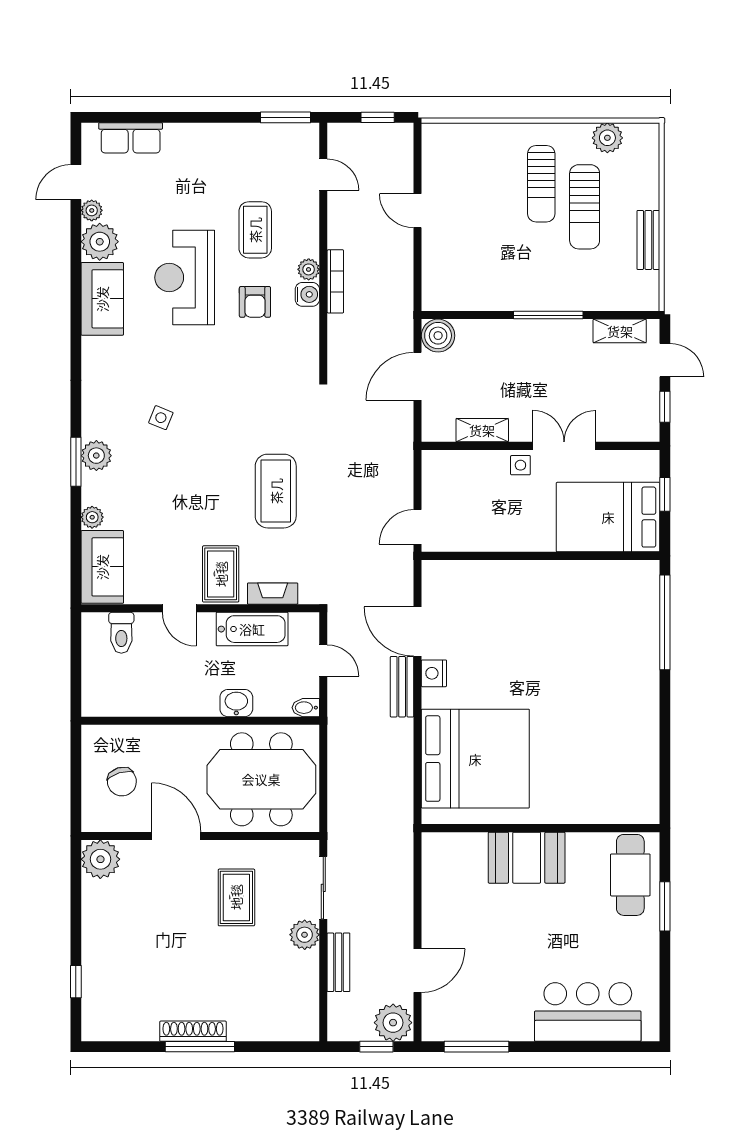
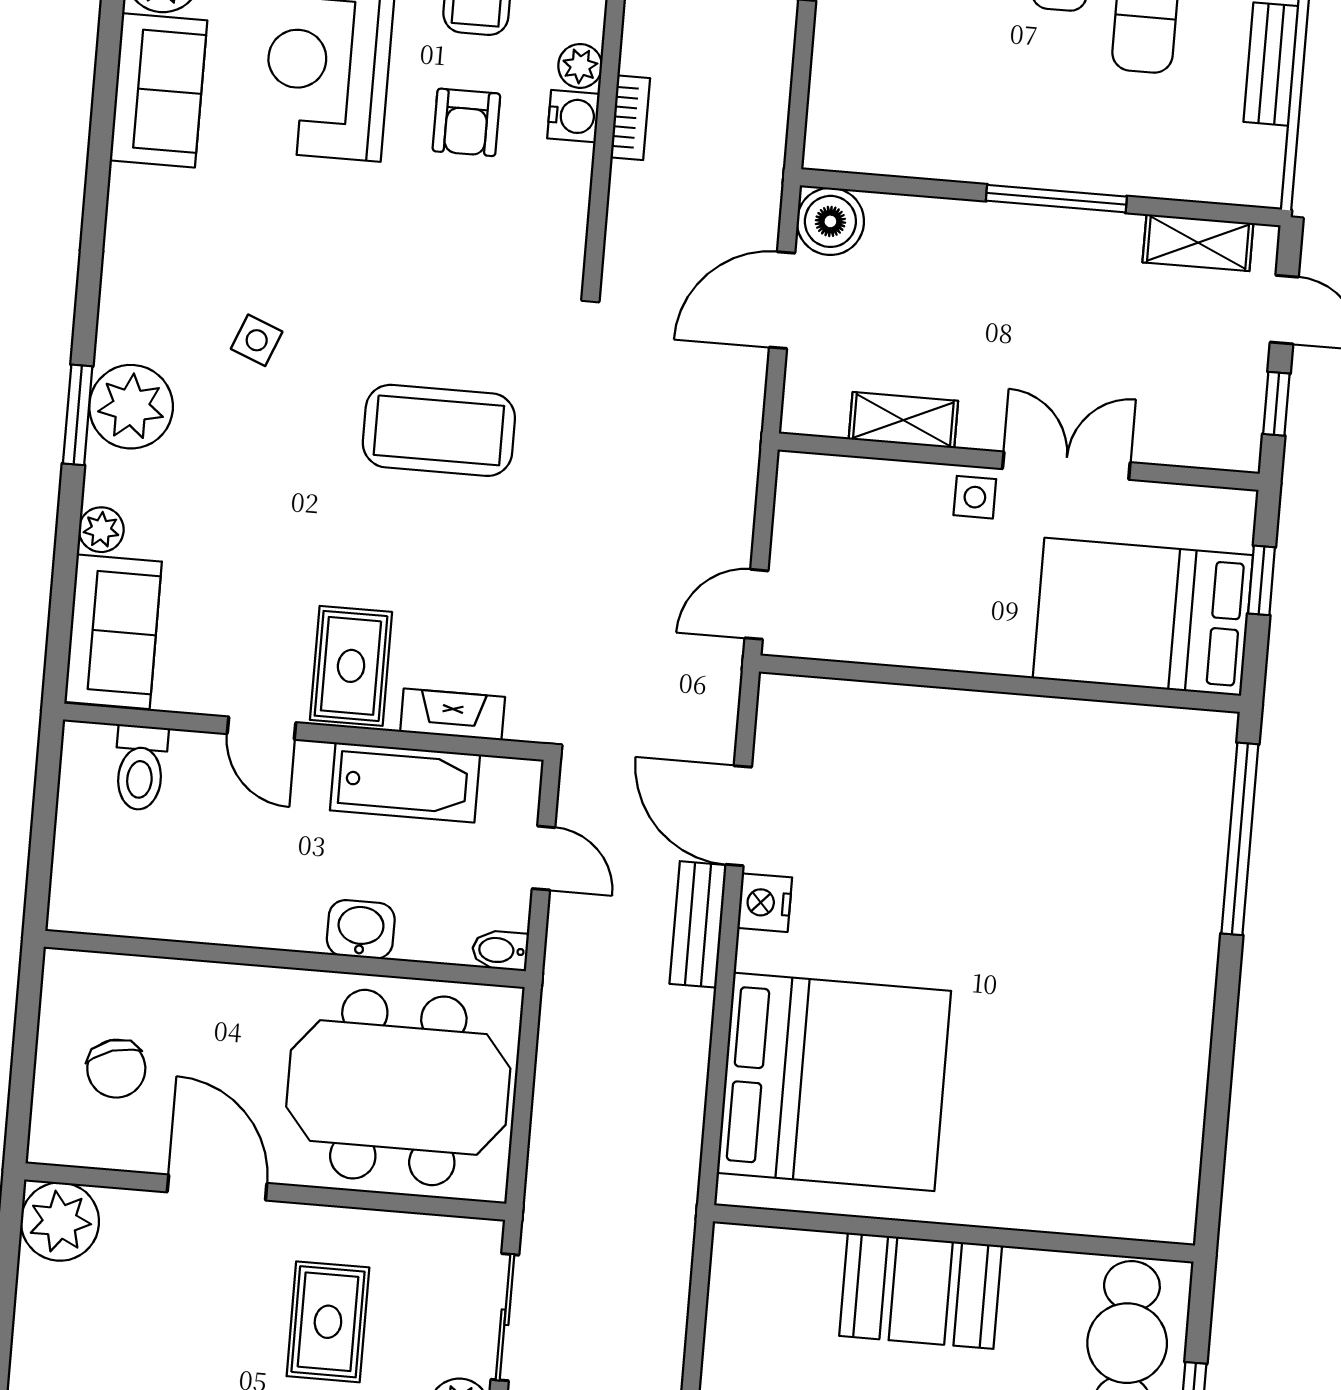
bookcase: (335, 281) -> (630, 118), width x0.64
plant: (96, 456) -> (131, 407), width x1.36, depth x1.36
coffee table: (276, 491) -> (439, 430), moved, turned 90

